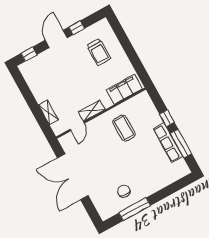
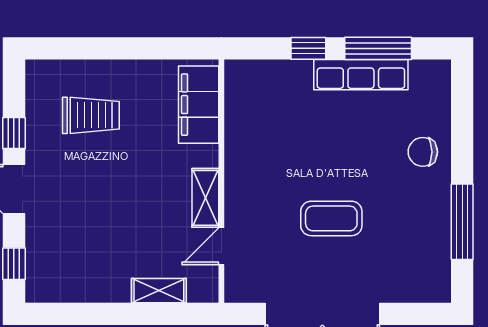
door: (77, 126) -> (221, 246), swing flipped
coffee table: (124, 128) -> (331, 218), moved
chair: (124, 191) -> (423, 152), moved

